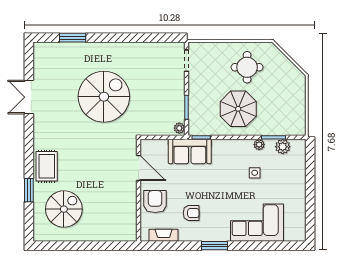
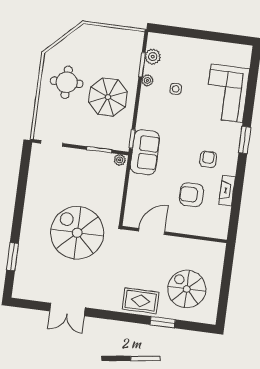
door: (139, 168) -> (152, 231), moved
wall: (139, 190) -> (174, 235), moved

